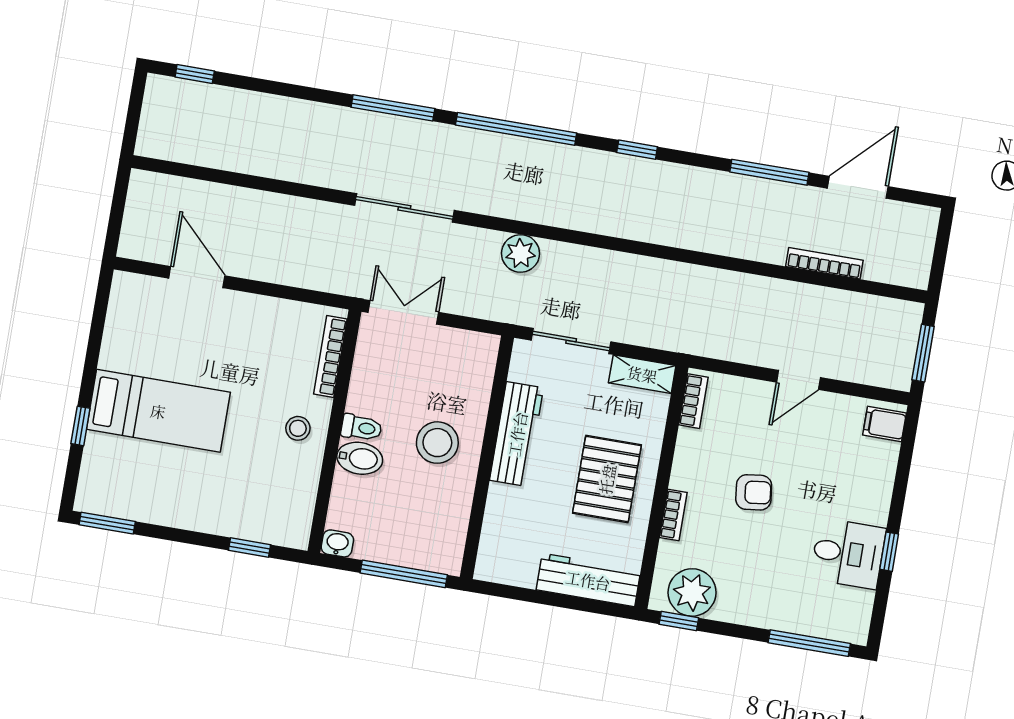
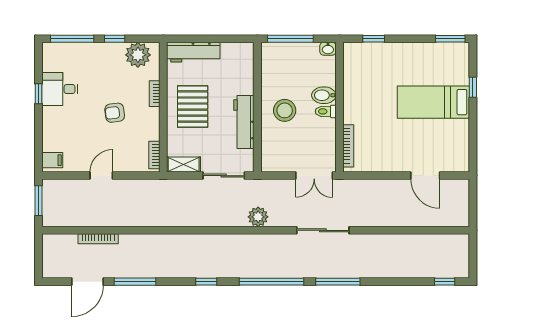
stool: (298, 428) -> (359, 105), removed
window: (679, 621) -> (115, 39), moved

